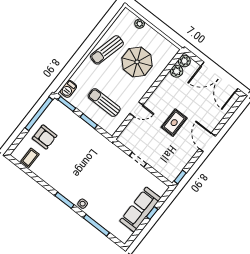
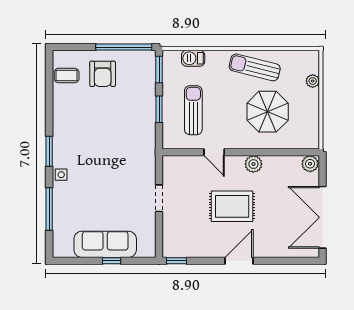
plant: (177, 71) -> (253, 164), moved
barbecue: (68, 89) -> (193, 58), moved
rug: (174, 123) -> (232, 206), width x1.36, depth x1.43

